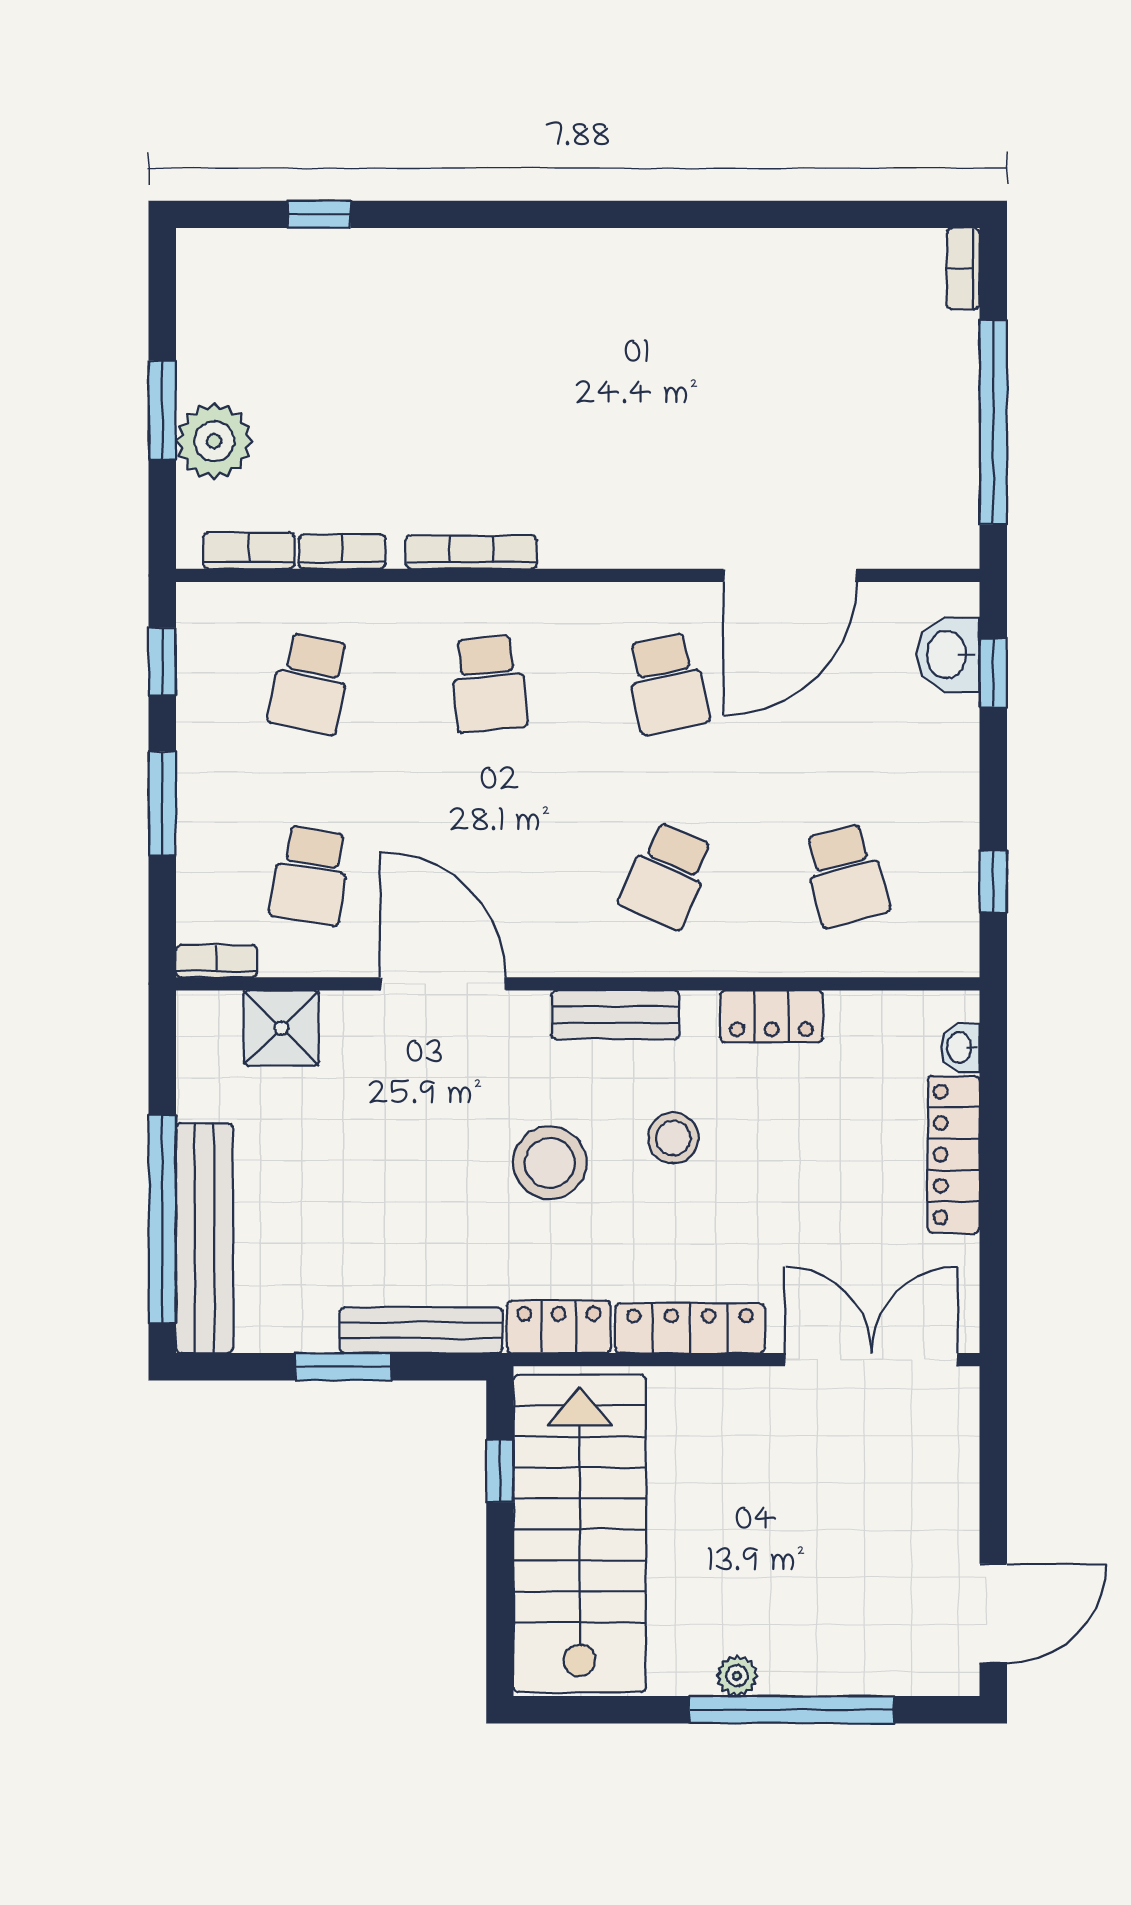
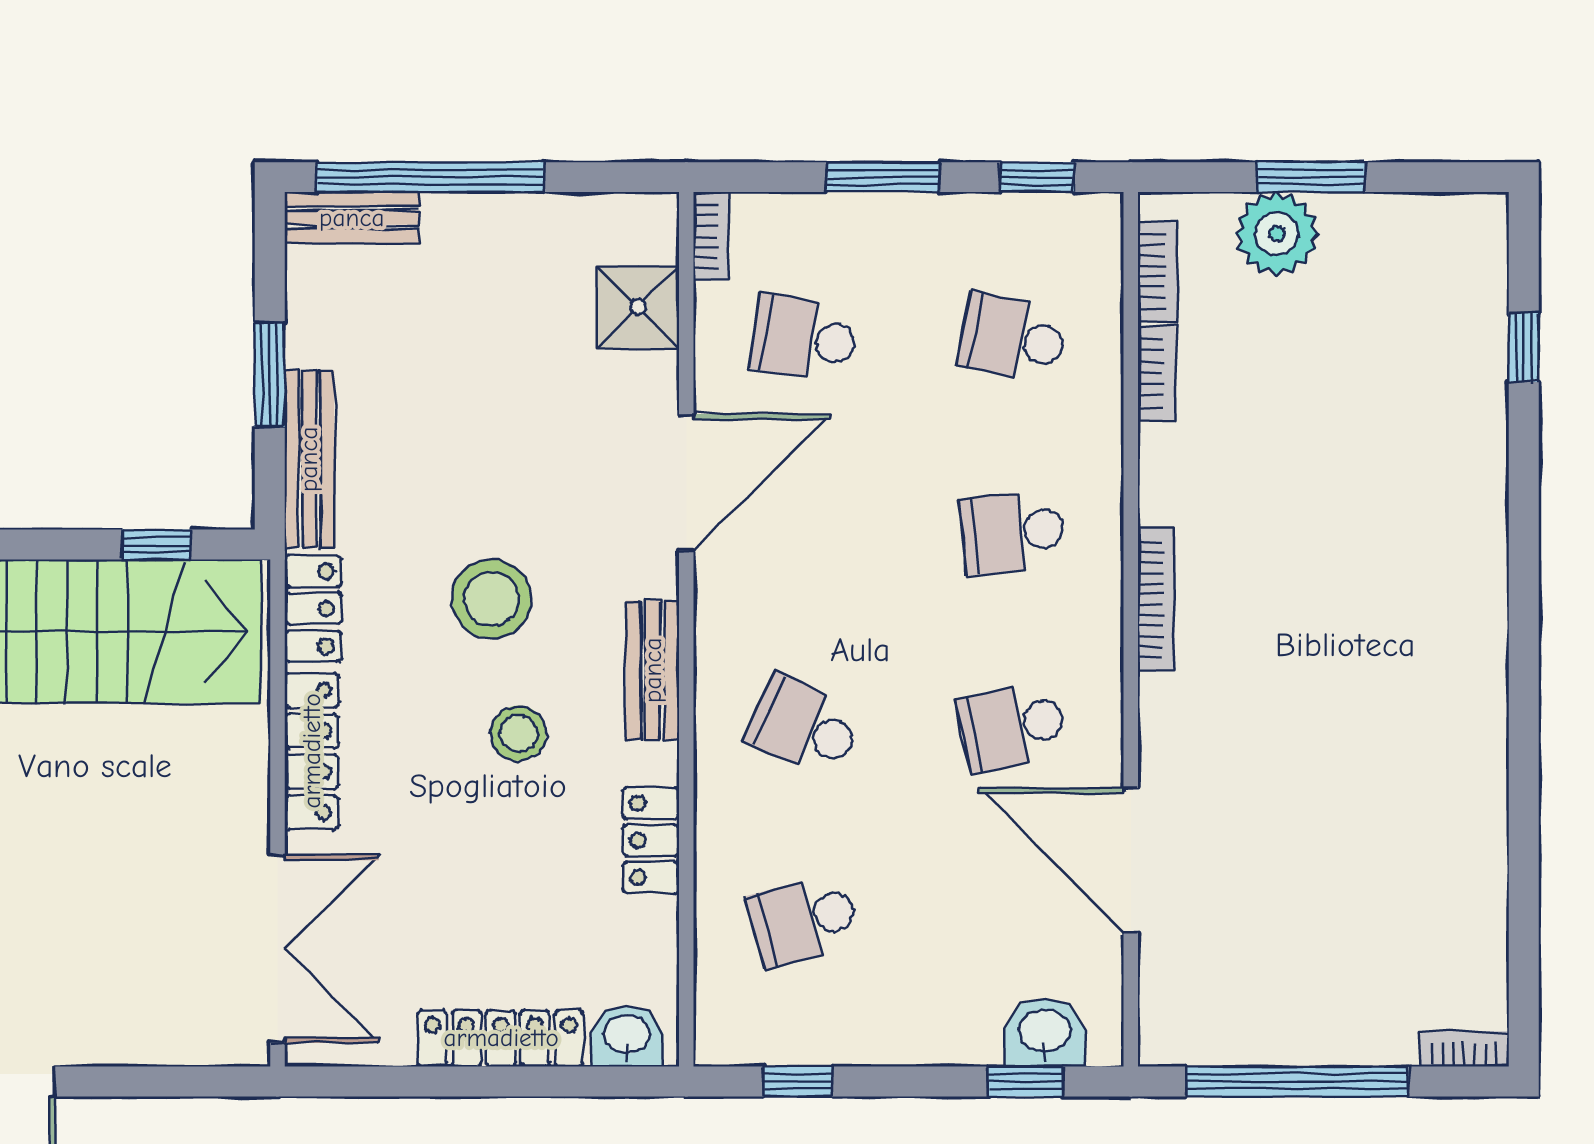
bookcase: (471, 552) -> (1156, 599), moved
washbasin: (960, 1048) -> (627, 1036), width x1.38, depth x1.45
bench: (204, 1238) -> (352, 218), width x0.54, depth x0.82

